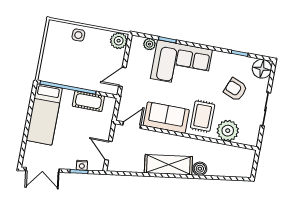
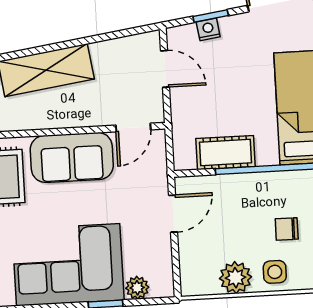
plant: (119, 41) -> (235, 278), moved
chair: (67, 55) -> (287, 229), added

